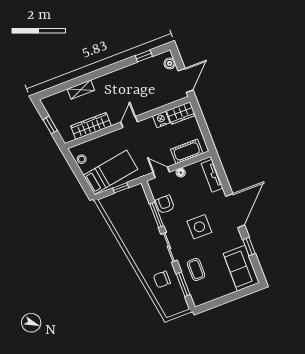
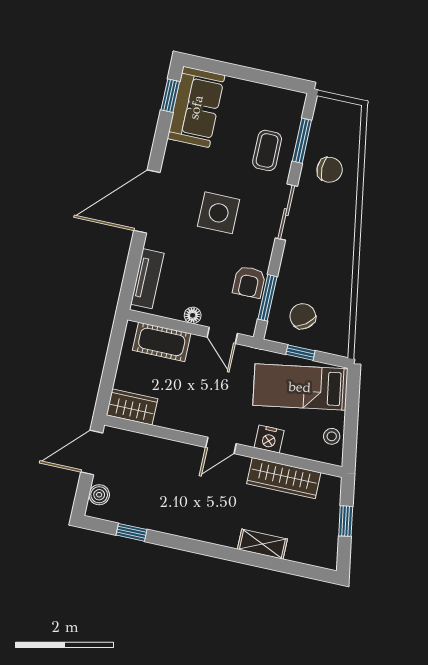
nightstand: (161, 119) -> (269, 439), moved
chair: (131, 205) -> (303, 316), added
window: (157, 215) -> (267, 298), moved
window: (249, 247) -> (170, 96), moved

